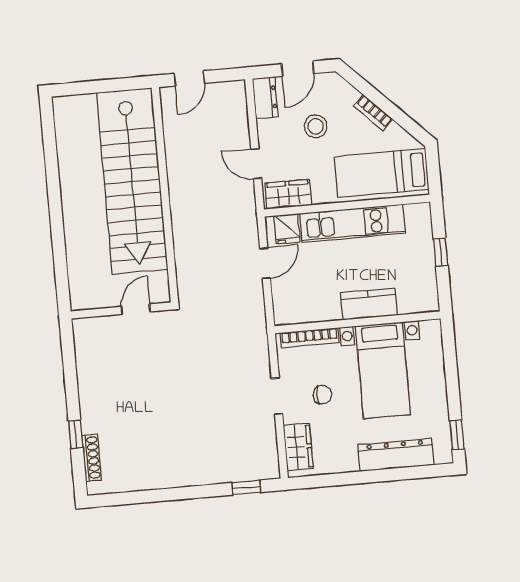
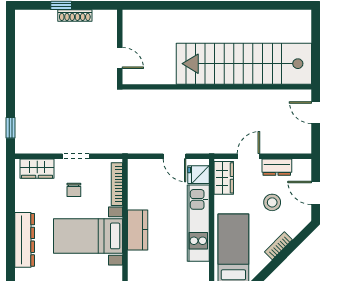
dresser: (265, 98) -> (277, 167), moved
door: (136, 309) -> (120, 58), moved
wall: (121, 310) -> (120, 47), moved
shoe rack: (91, 458) -> (75, 15), moved

